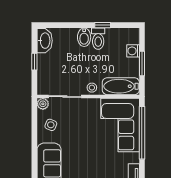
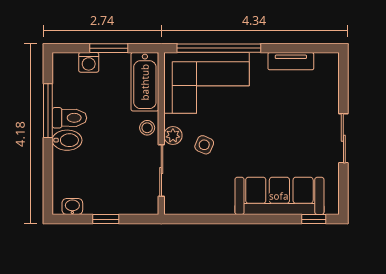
window: (103, 25) -> (48, 111), width x2.17
washbasin: (45, 41) -> (72, 207), width x0.52, depth x0.69
plant: (43, 104) -> (173, 136), moved
side table: (51, 125) -> (204, 145), moved

